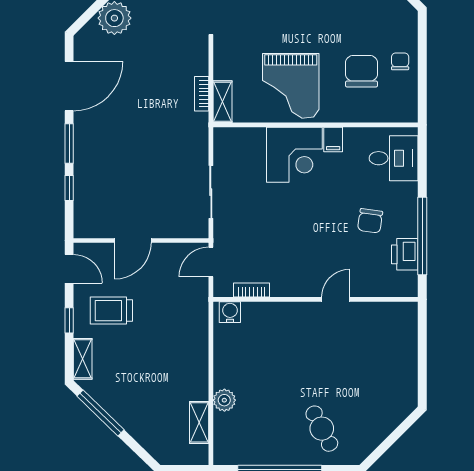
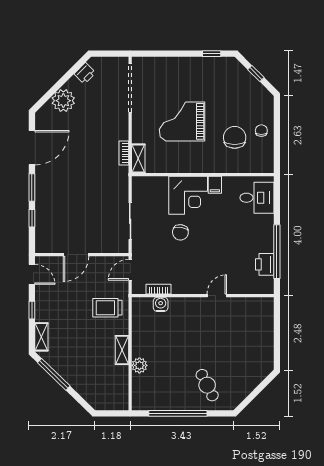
grand piano: (291, 86) -> (182, 121), moved, turned 90
chair: (370, 221) -> (180, 232), moved
trolley: (111, 311) -> (107, 308), moved
water cooler: (230, 312) -> (161, 304), moved
shelving: (199, 422) -> (122, 350), moved

